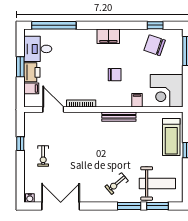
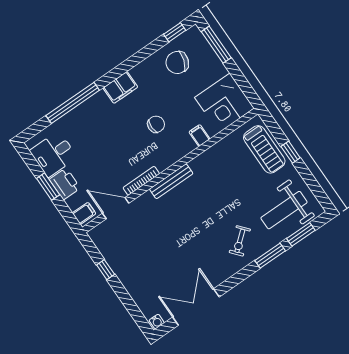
window: (54, 25) -> (73, 103), moved
window: (155, 25) -> (175, 32), moved
filing cabinet: (31, 88) -> (84, 213), moved
bench: (119, 117) -> (171, 181), moved
exercise bike: (43, 156) -> (140, 266), removed
weight bench: (157, 183) -> (284, 210), turned 180

